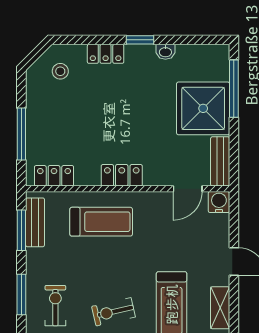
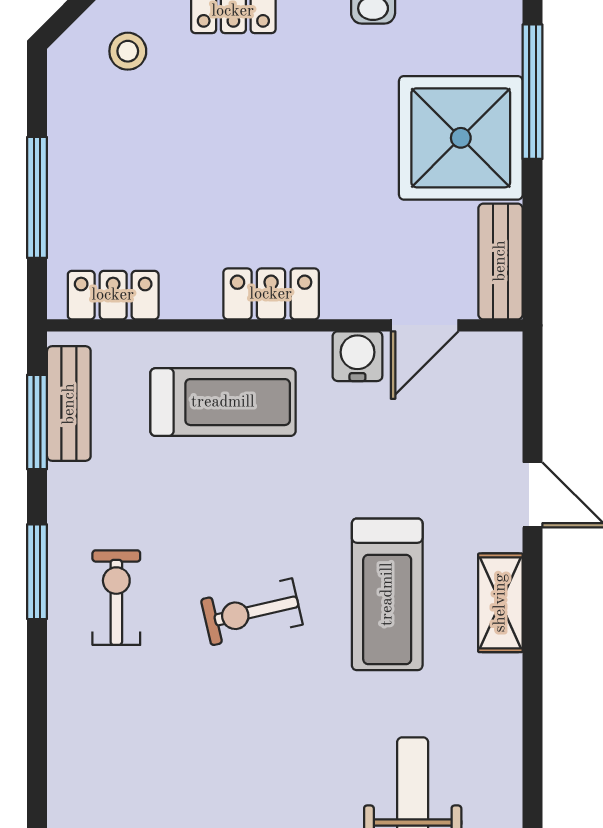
water cooler: (219, 202) -> (357, 356), moved

